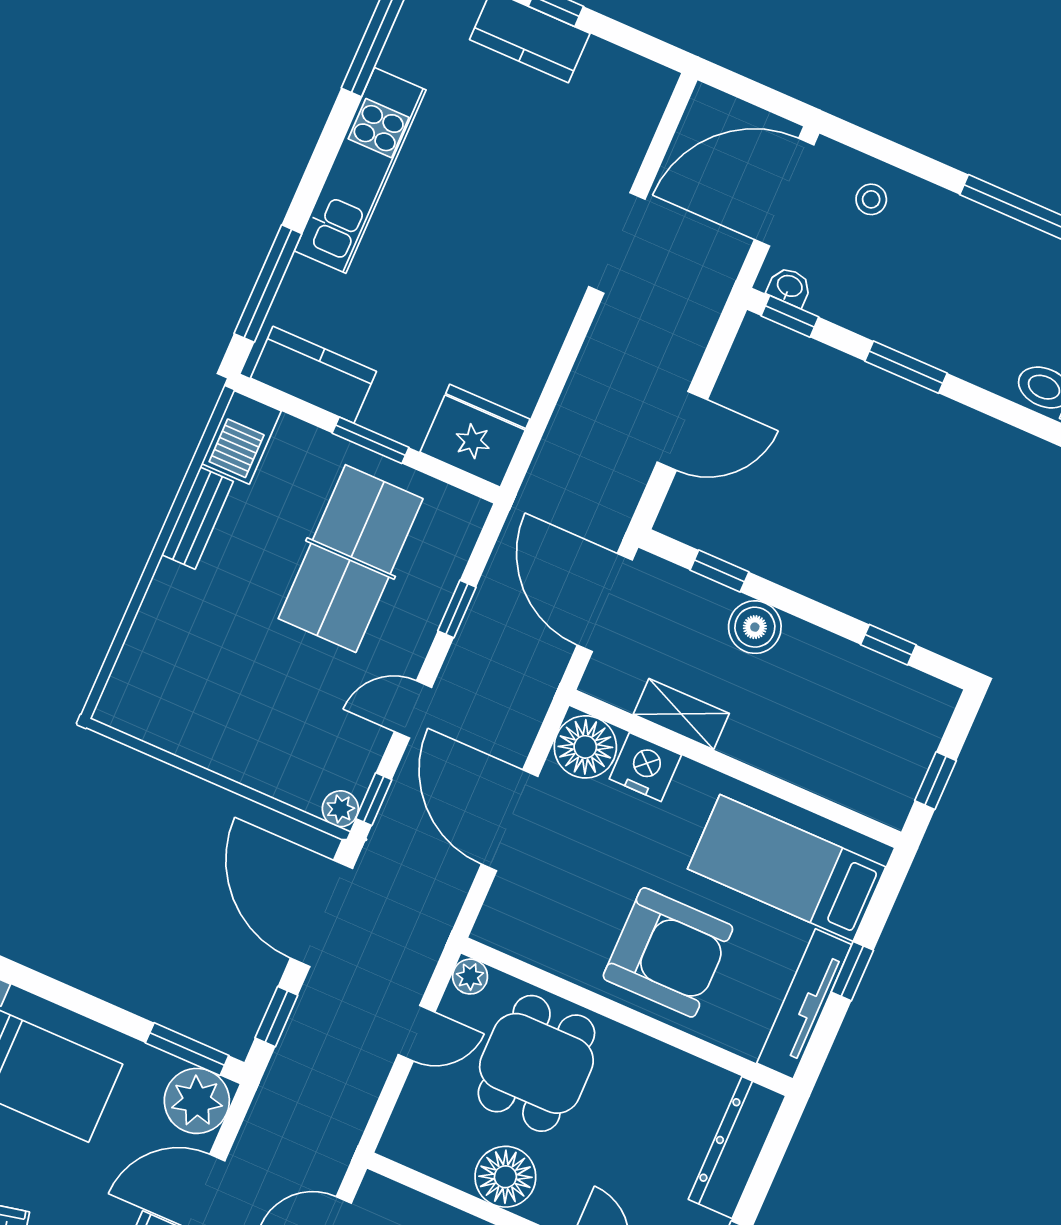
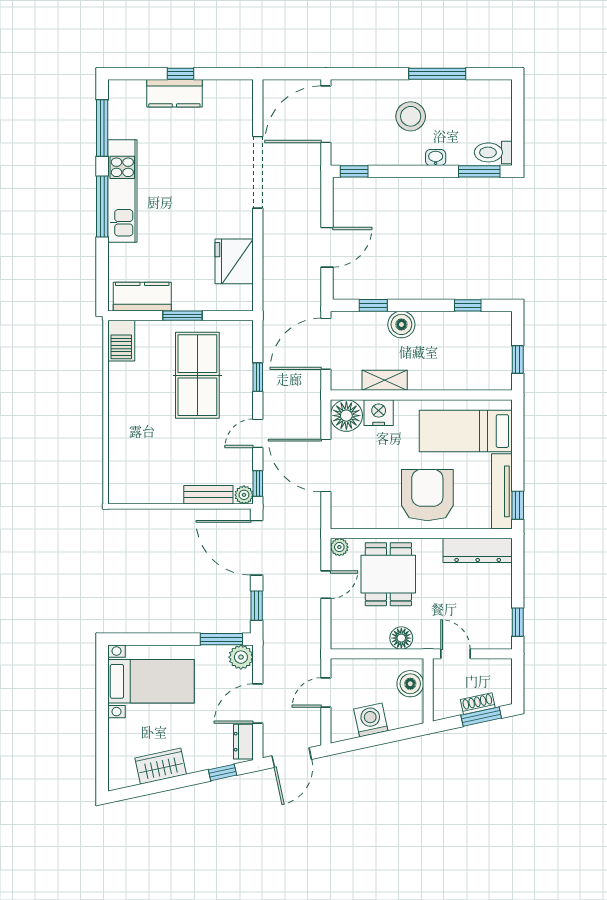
stool: (871, 199) -> (411, 116), moved, width x1.89, depth x1.89
doorway: (617, 243) -> (258, 172), width x1.36
window: (268, 284) -> (102, 206), moved
washbasin: (789, 287) -> (436, 158), moved
window: (906, 367) -> (479, 171), moved
fridge: (475, 436) -> (234, 261), moved, turned -90
bench: (197, 518) -> (208, 495), moved, turned 90
door: (605, 603) -> (326, 344), hinge flipped
armchair: (668, 952) -> (427, 495), turned -90
window: (852, 971) -> (518, 505), moved
plant: (197, 1101) -> (241, 657), width x0.73, depth x0.73
dresser: (737, 1147) -> (478, 550), moved, turned -90
floor lamp: (505, 1177) -> (401, 638), width x0.73, depth x0.73

